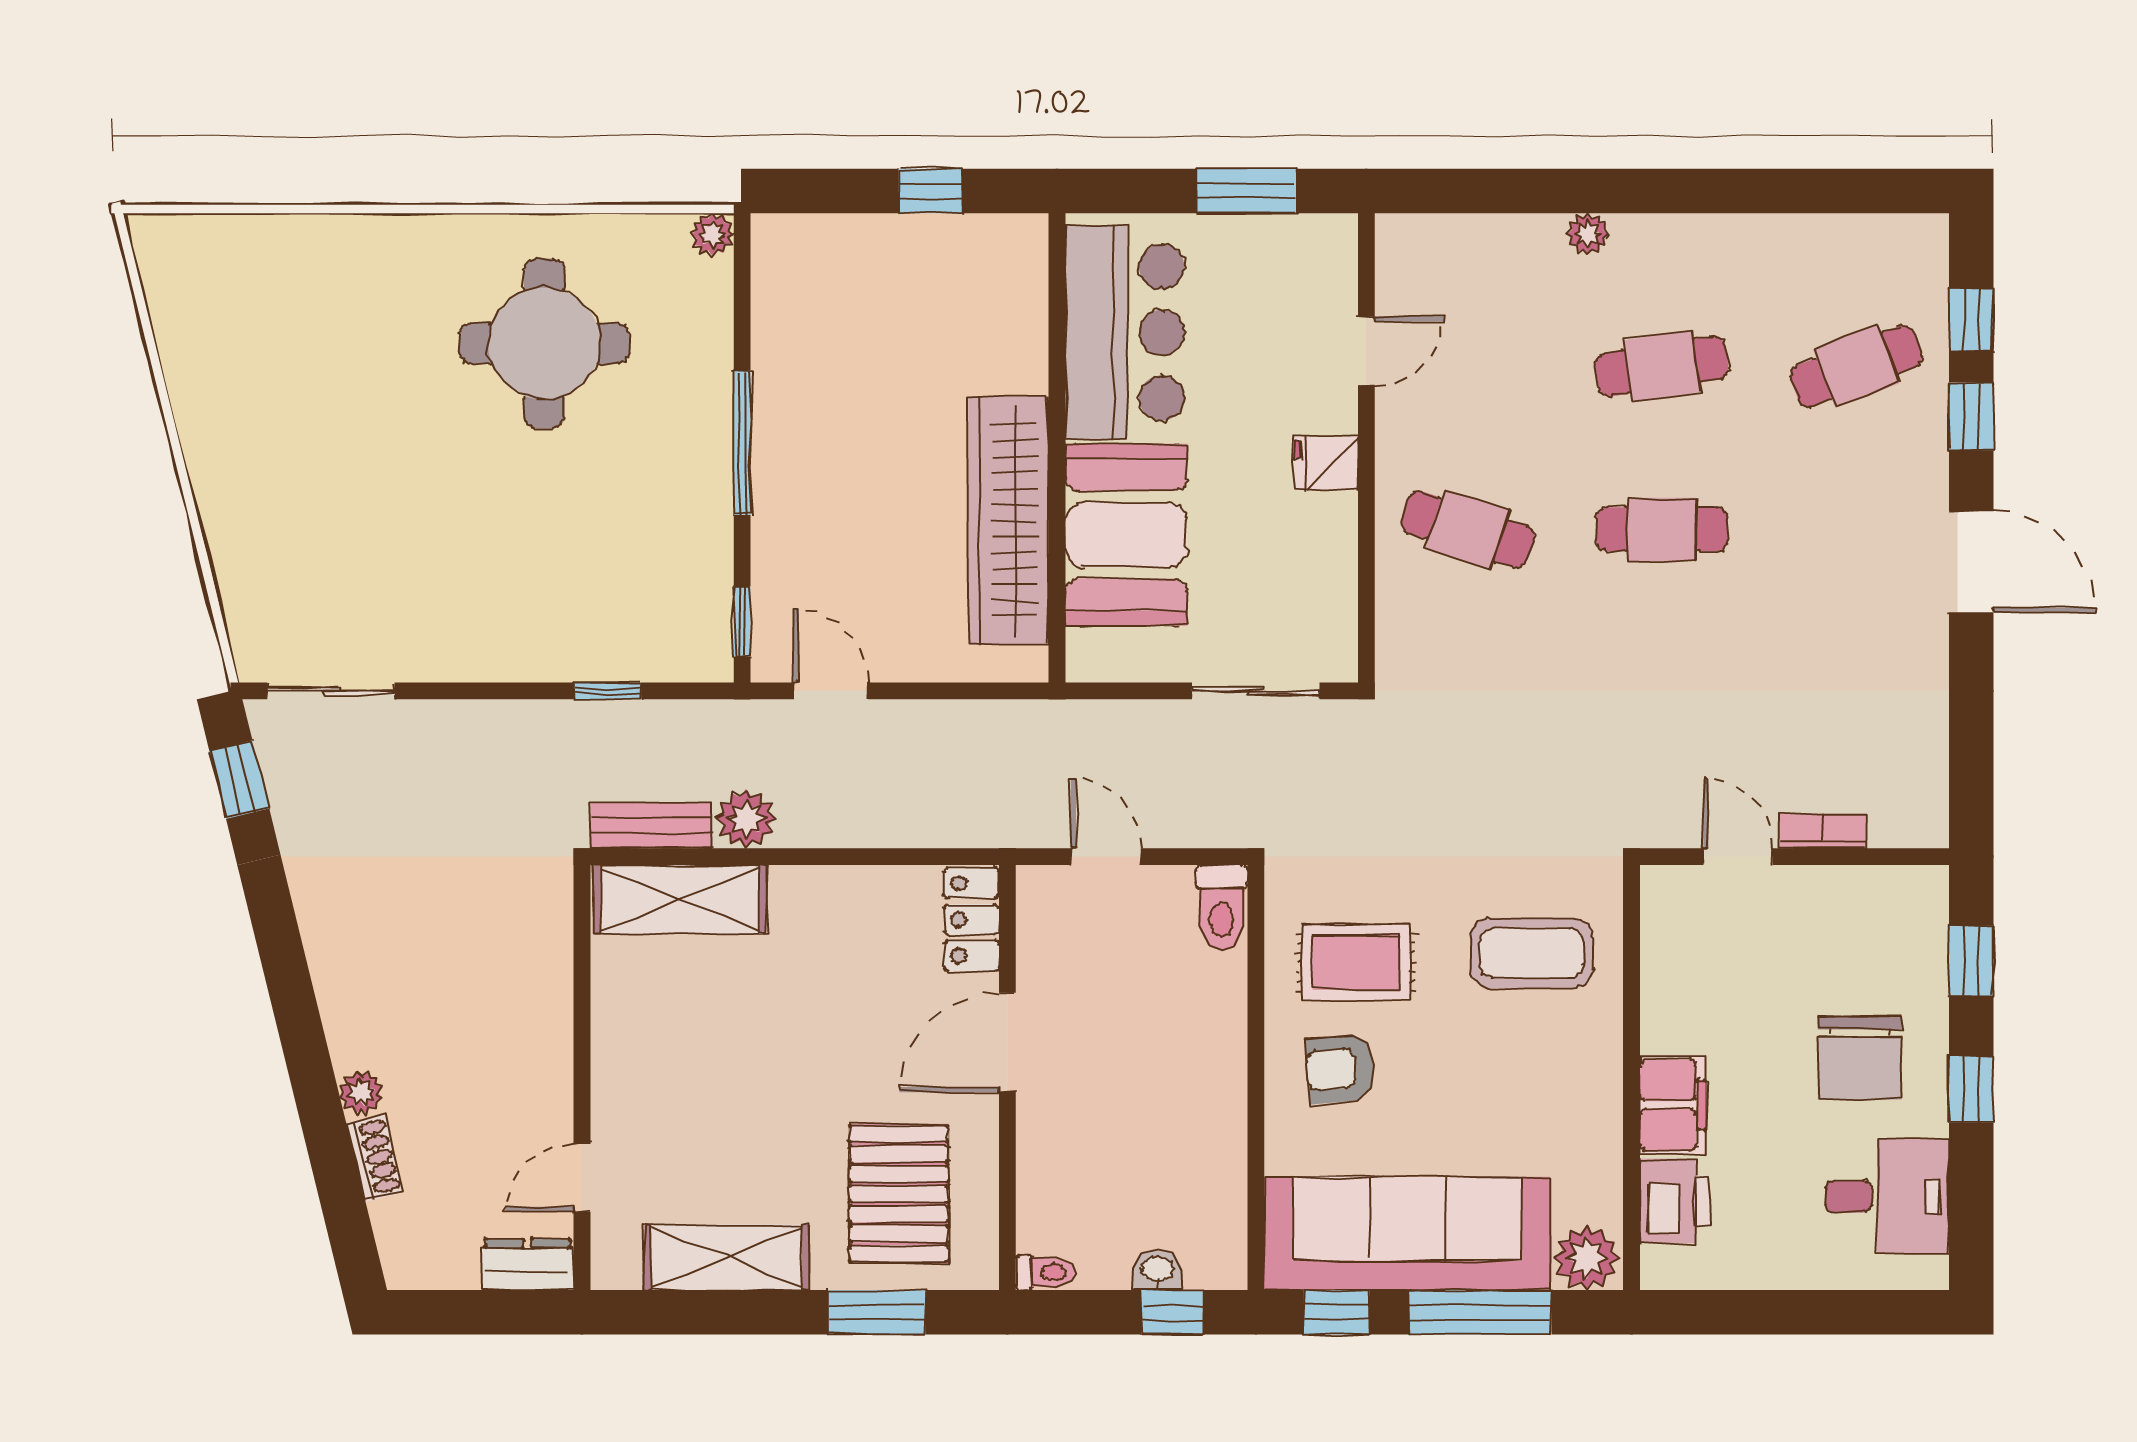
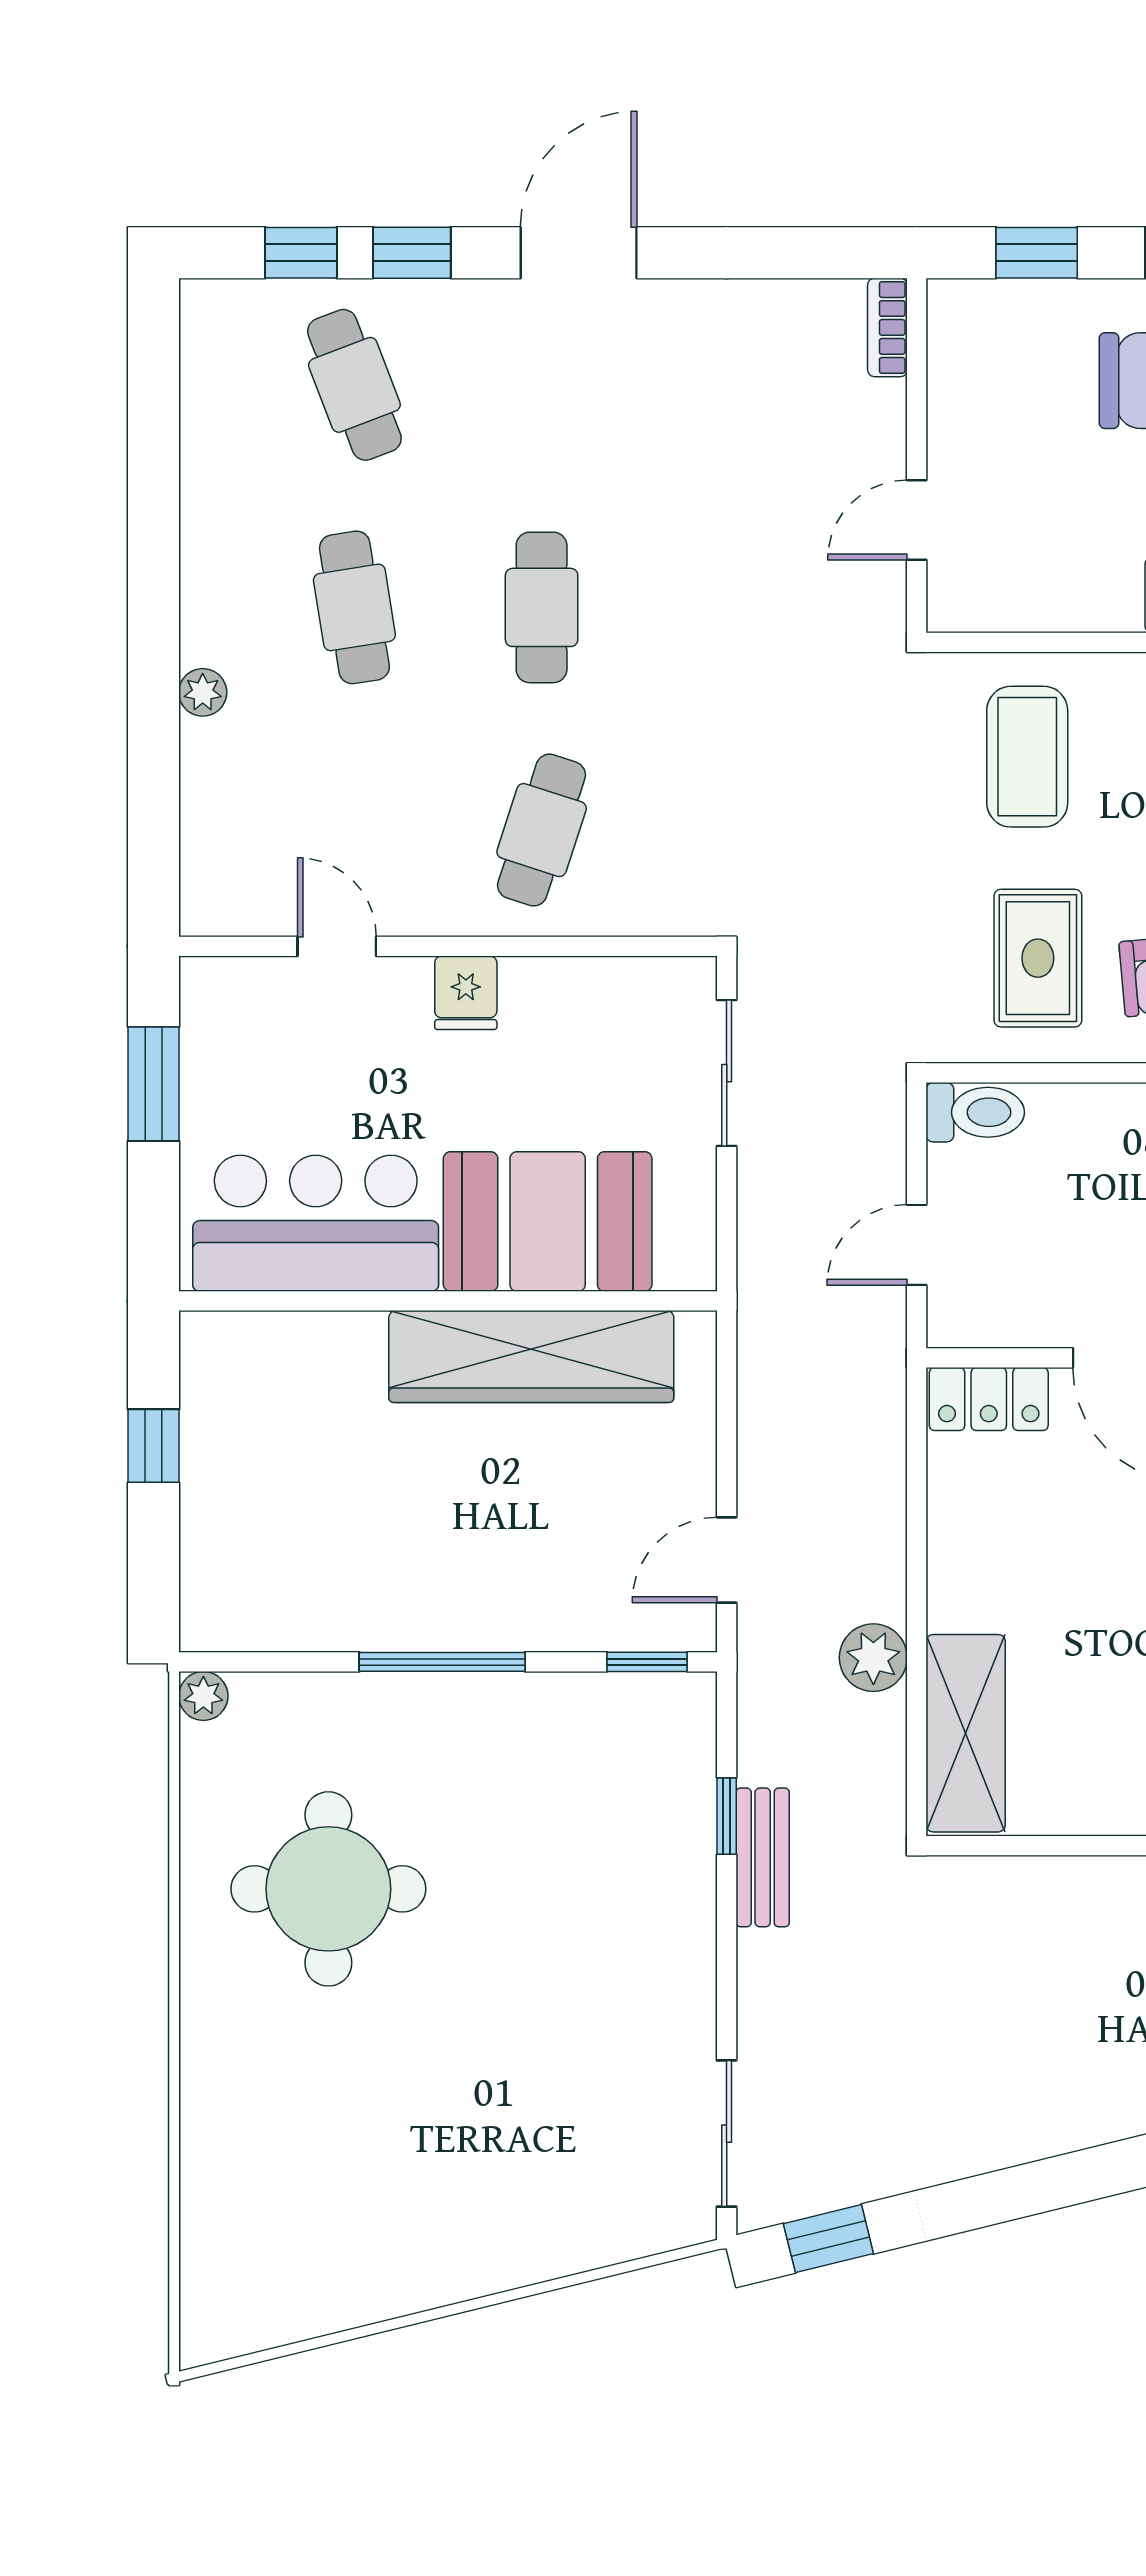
bench: (651, 825) -> (763, 1857), moved
bookcase: (1822, 831) -> (887, 327), moved

